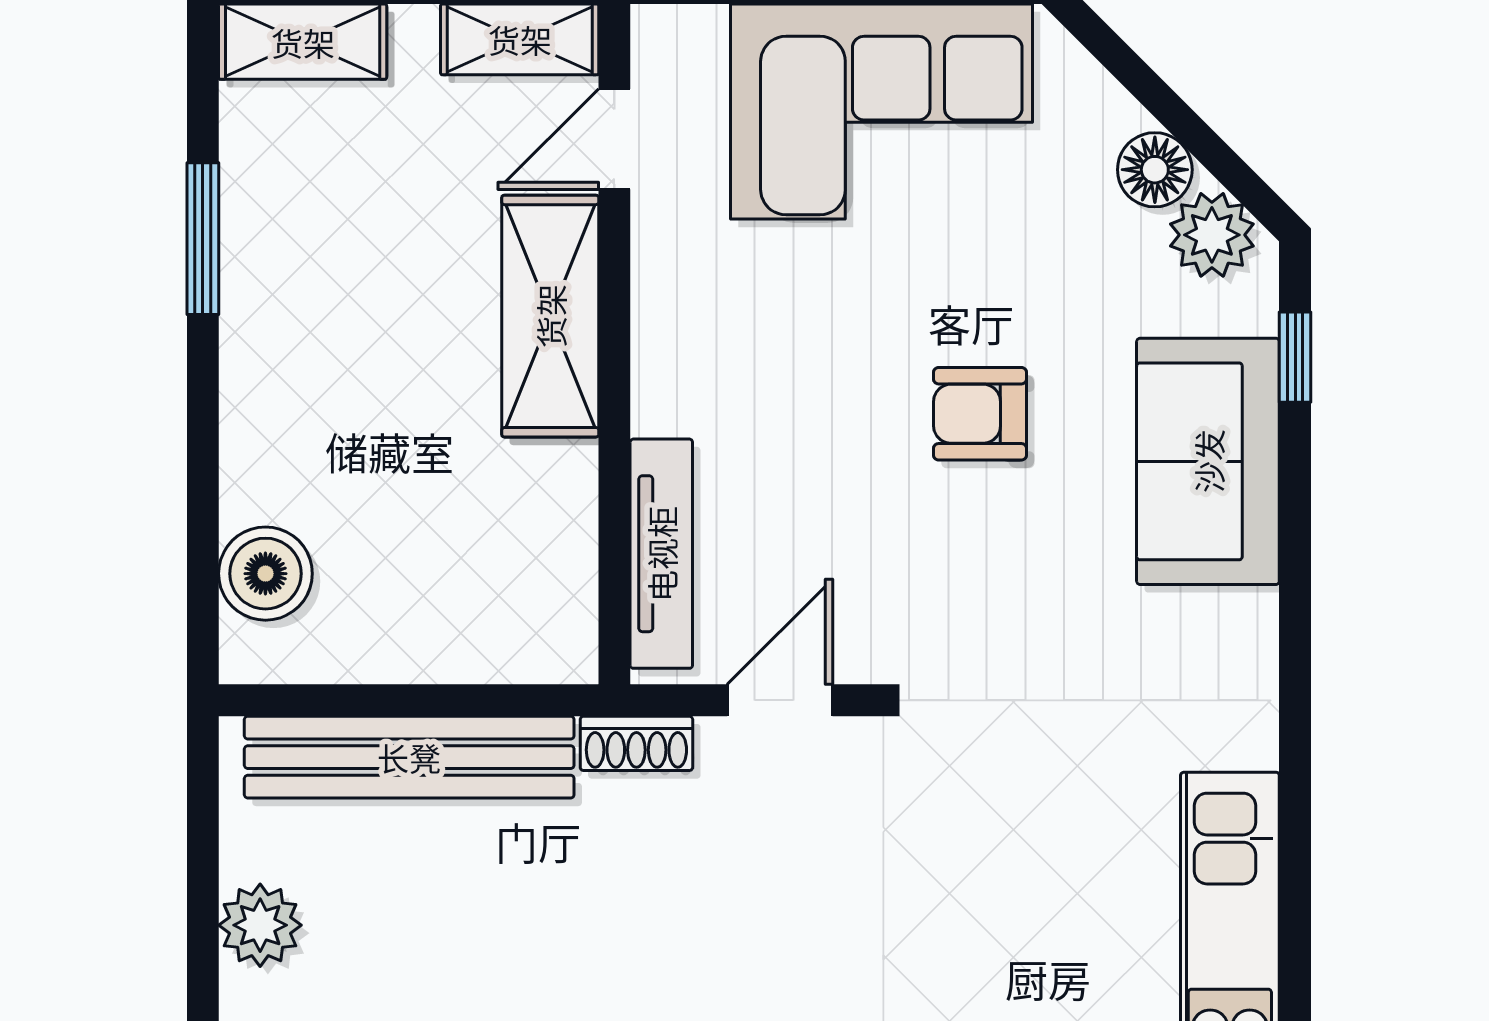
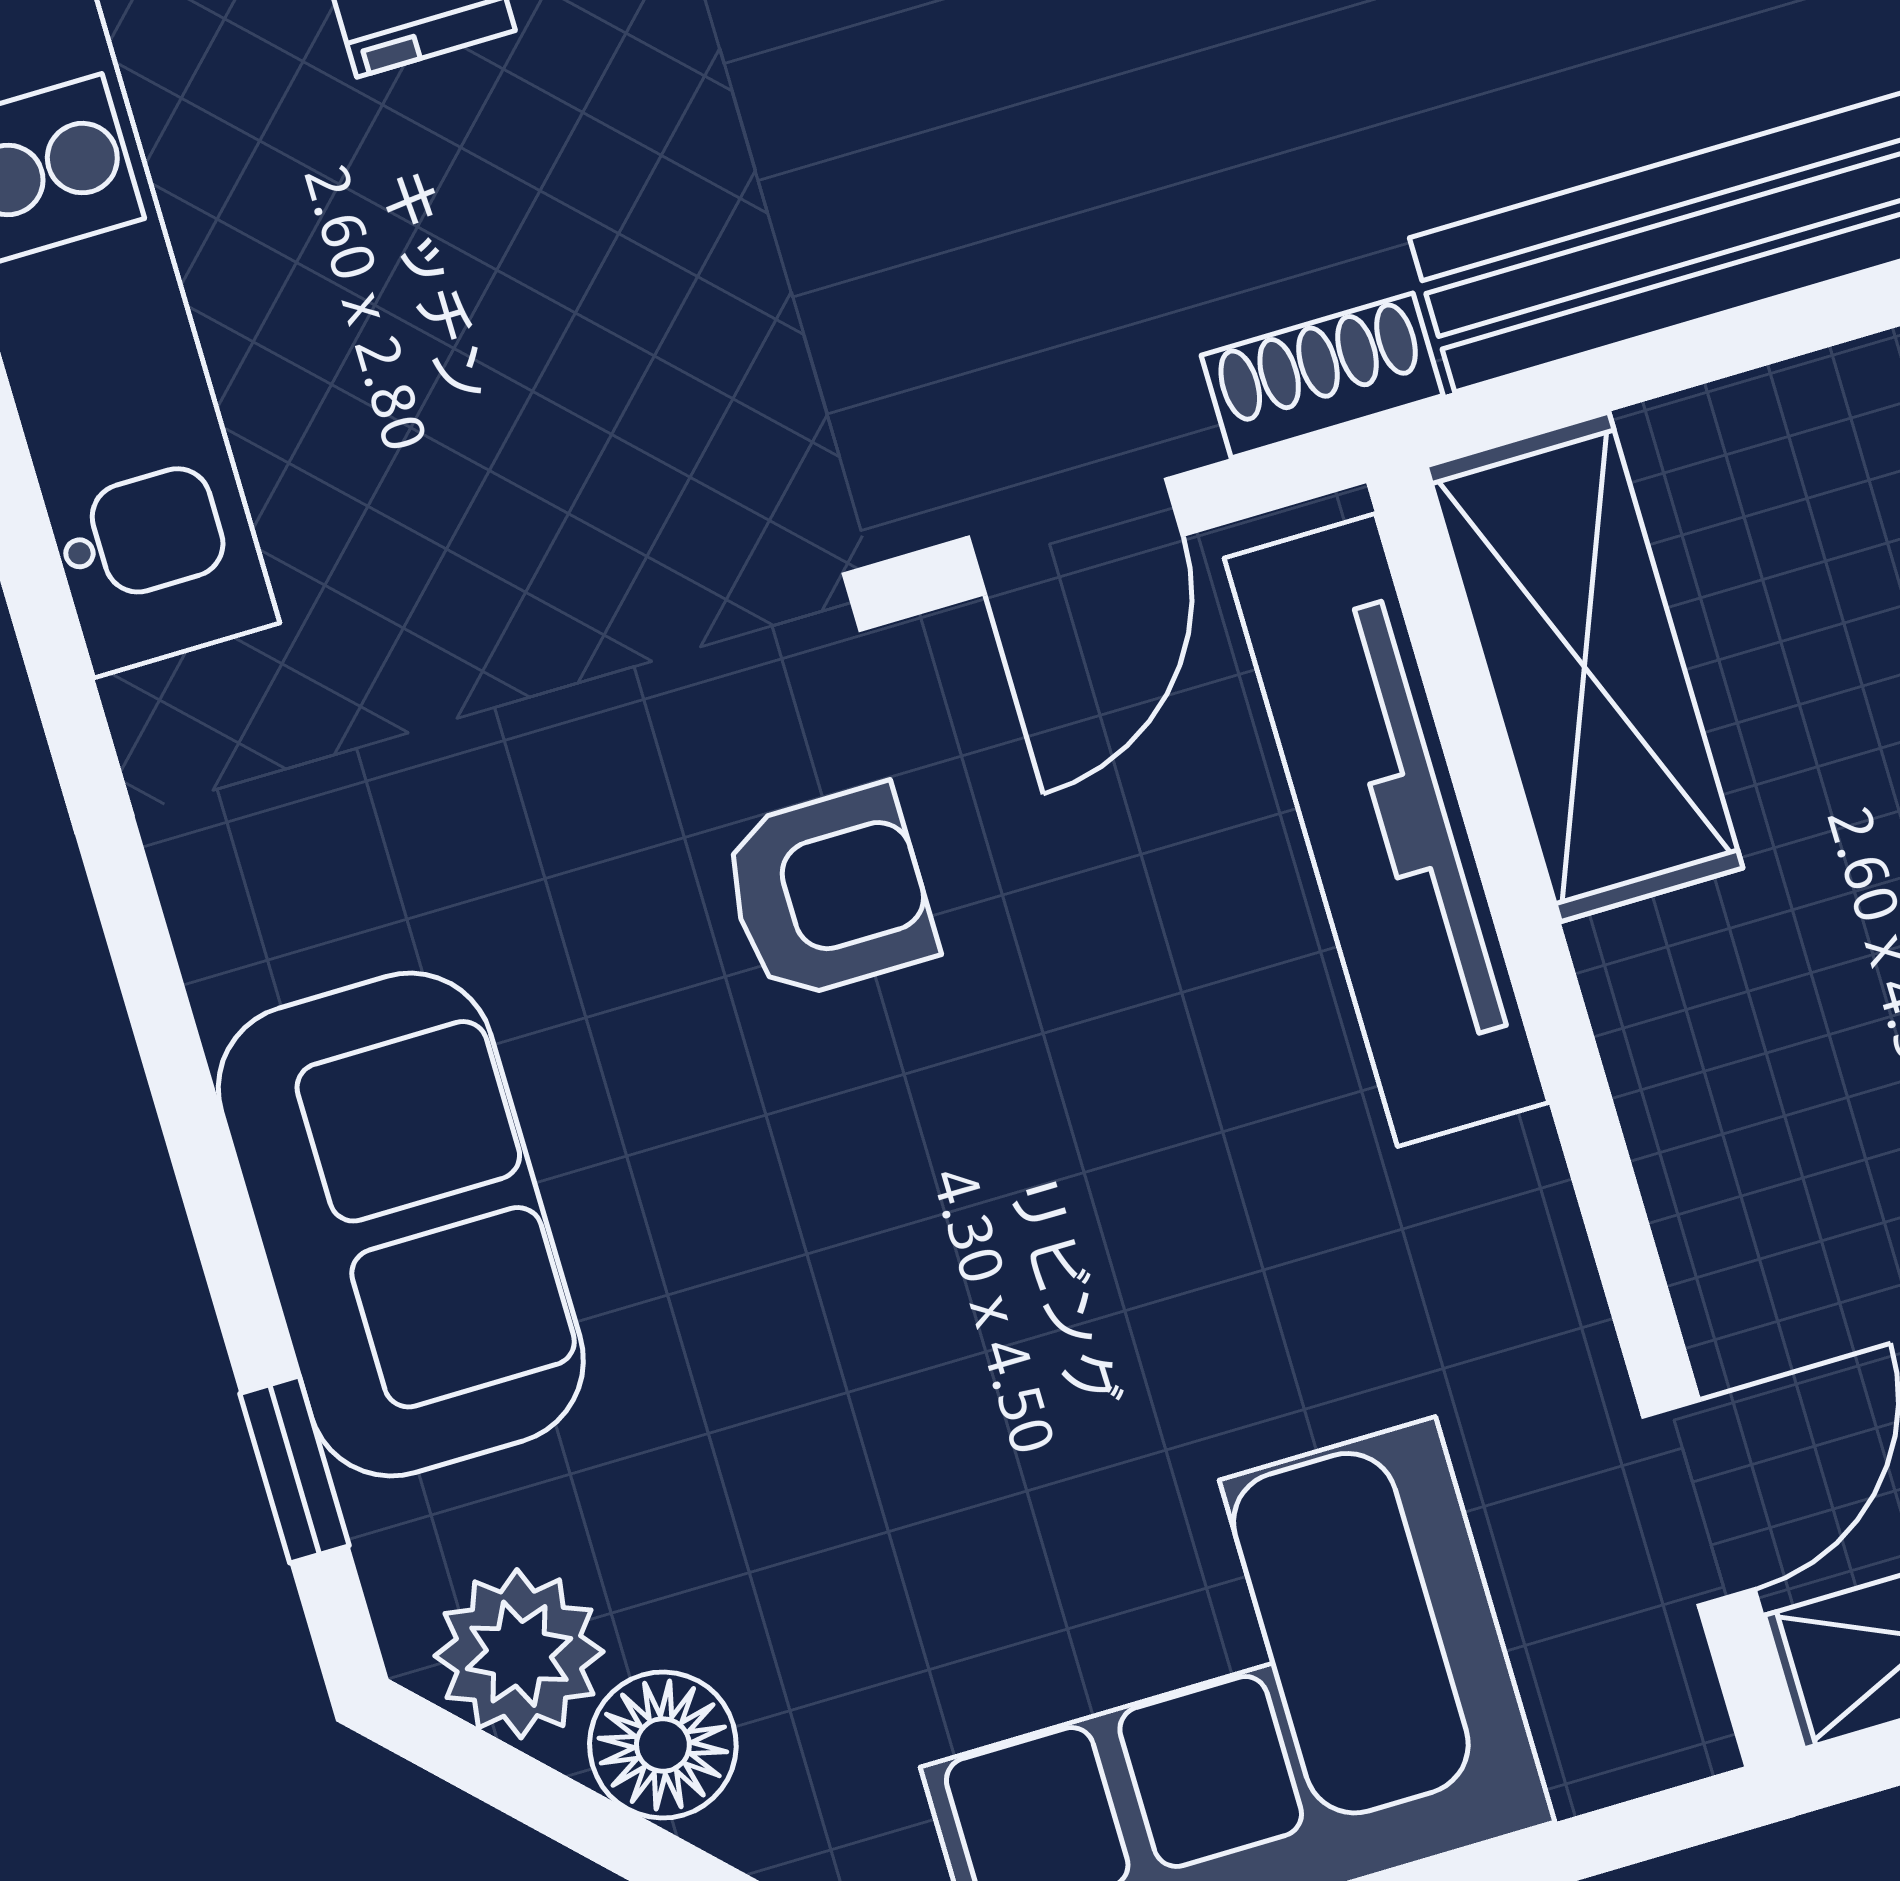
shelving: (550, 316) -> (1585, 667), moved
armchair: (980, 414) -> (828, 893), moved
tv unit: (661, 554) -> (1387, 830), width x1.36, depth x1.29

